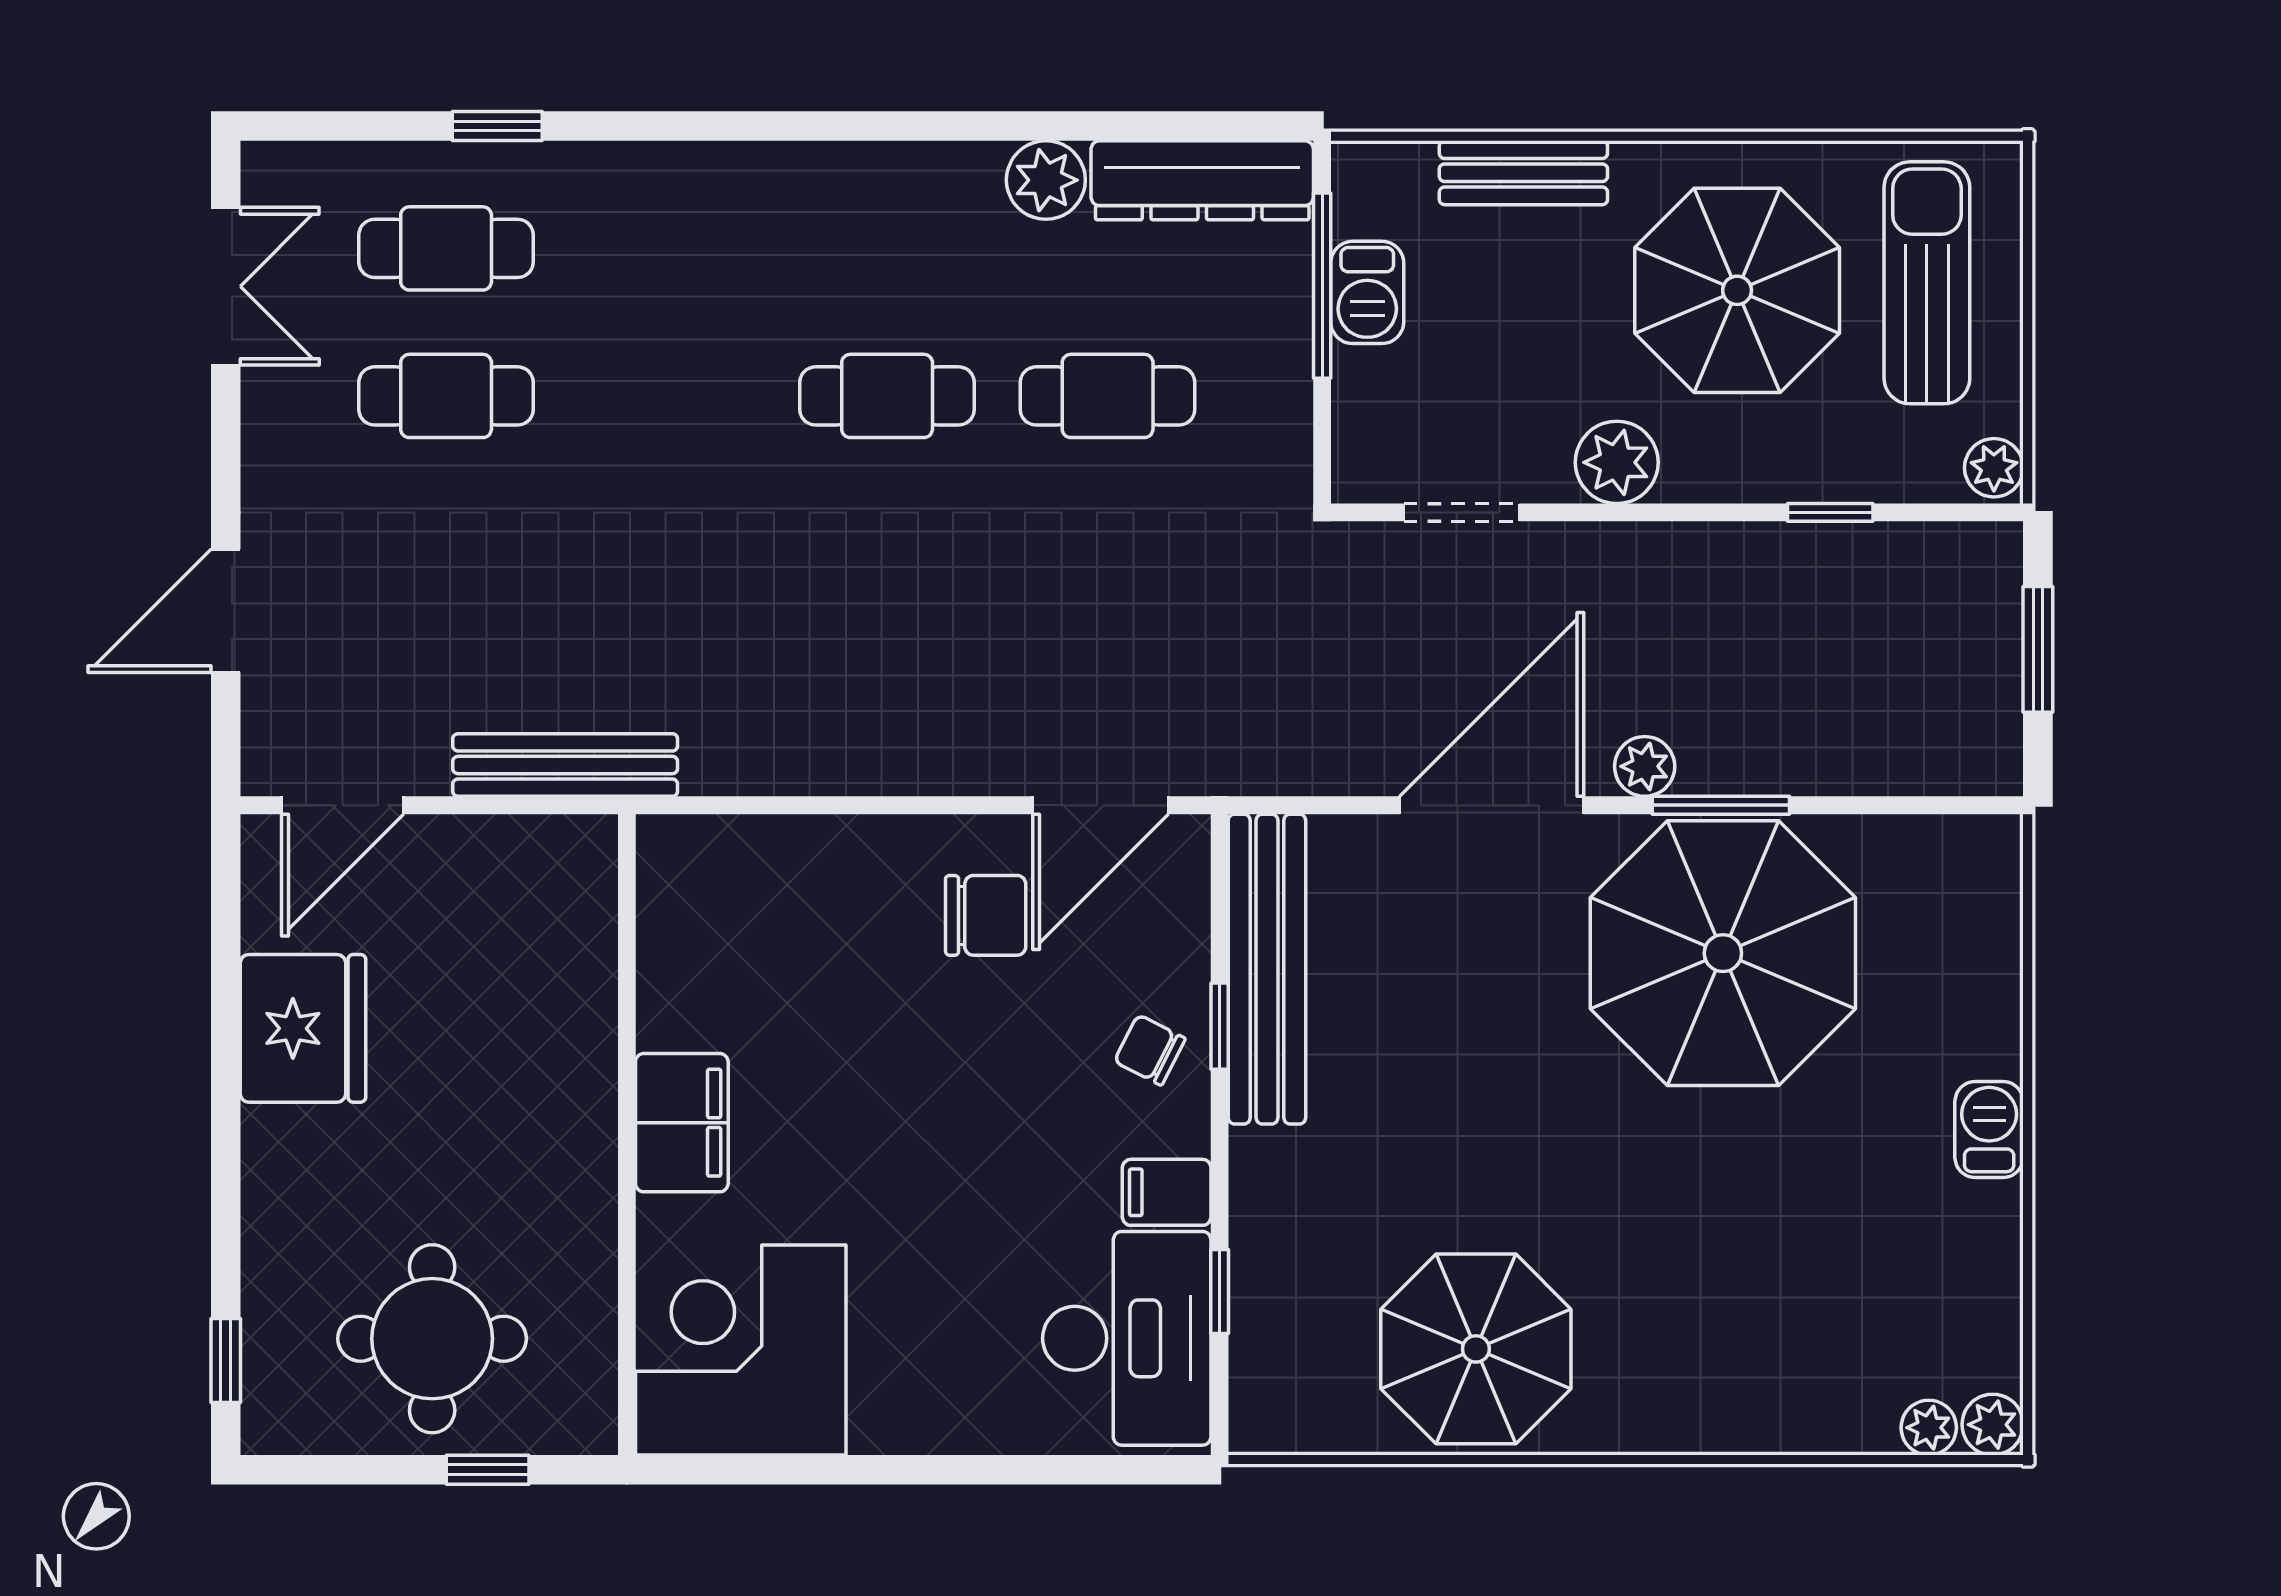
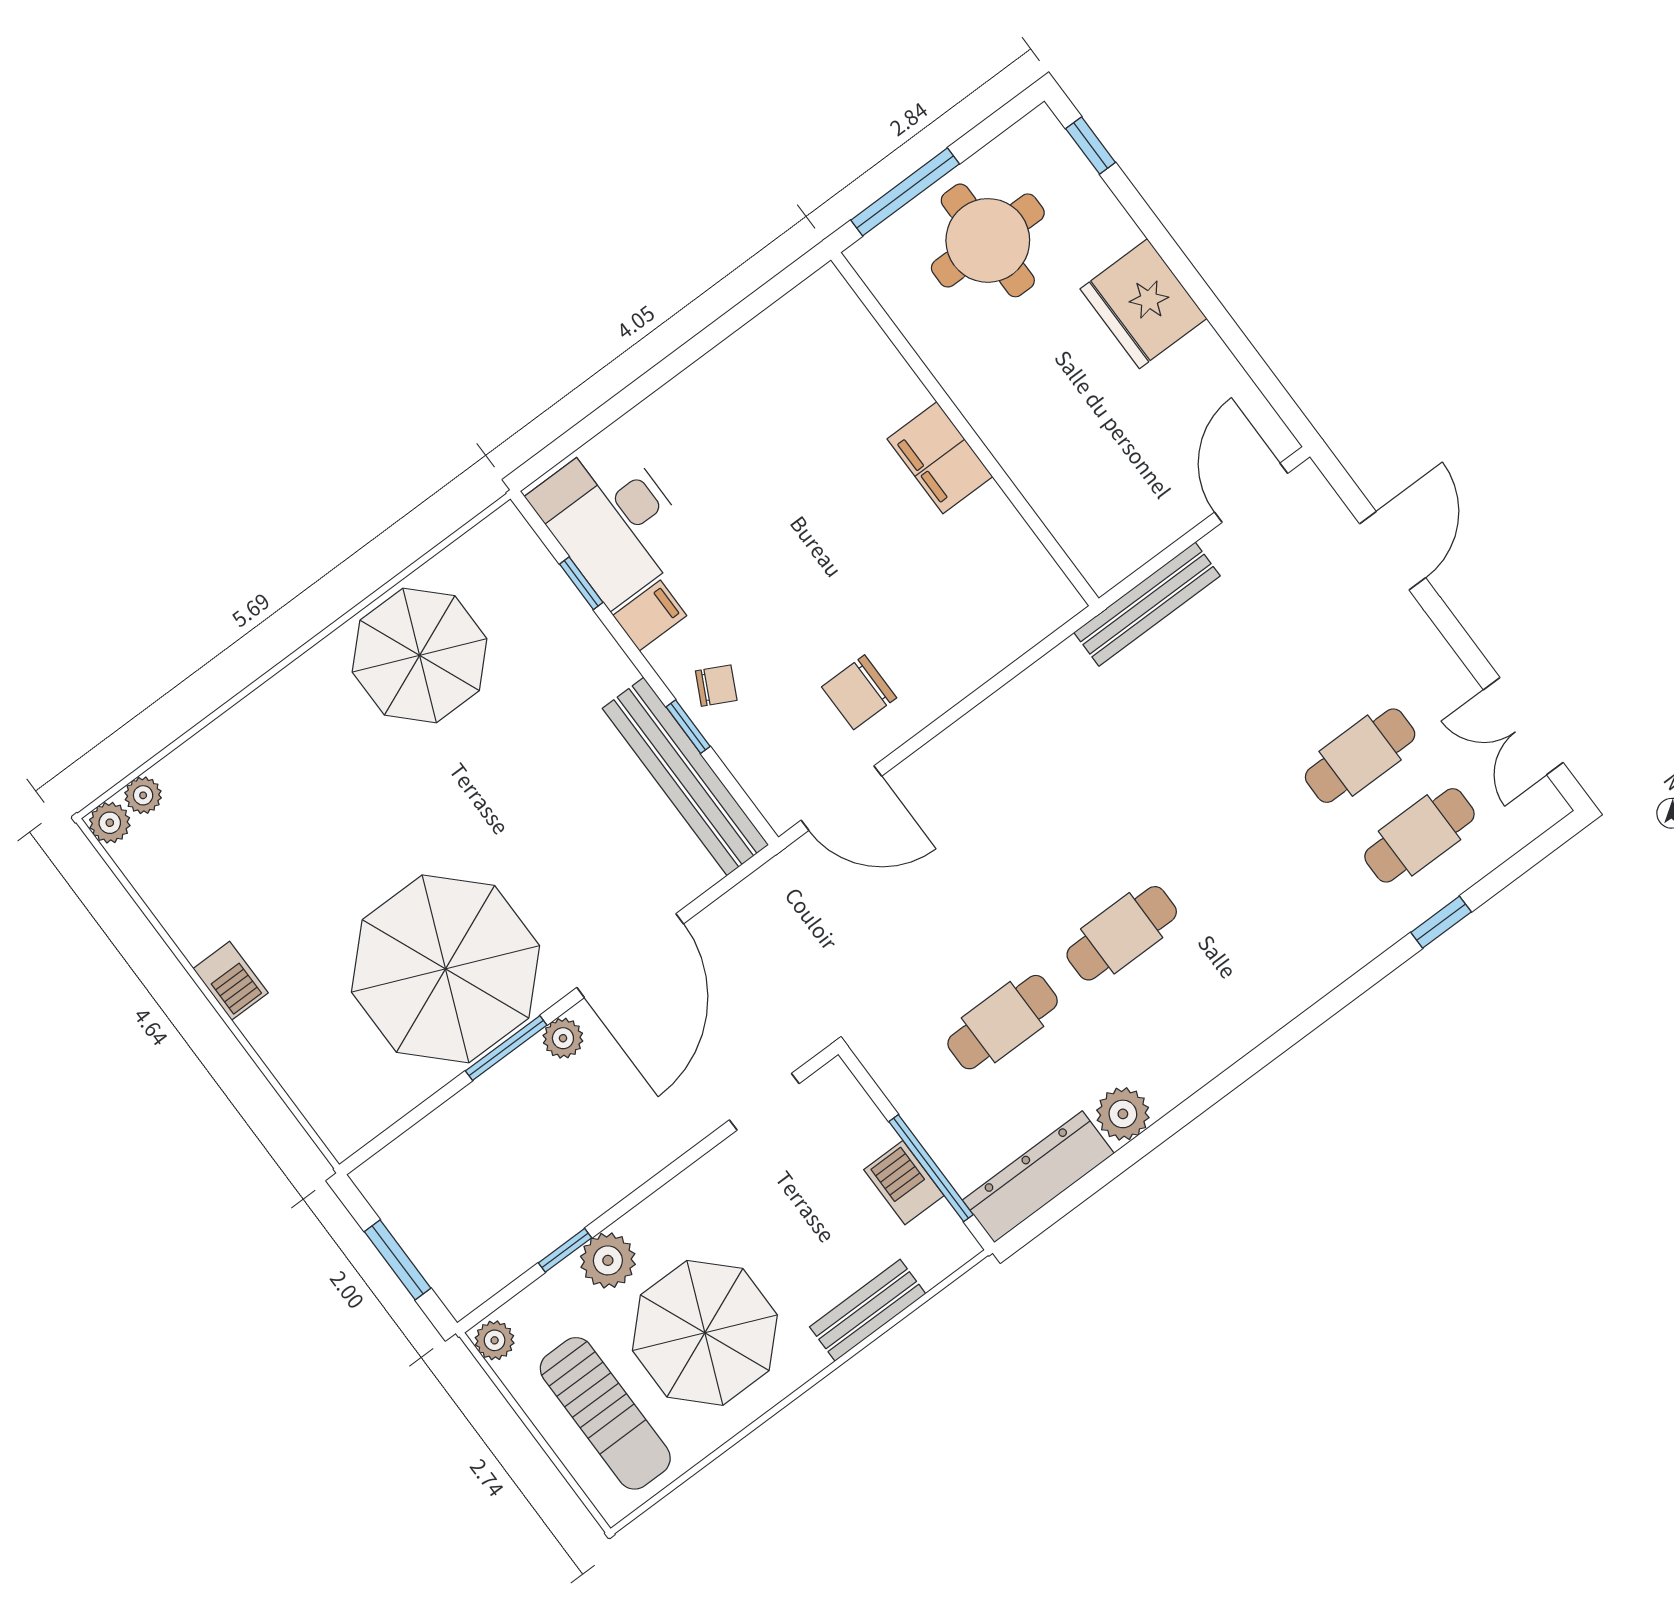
plant: (1617, 462) -> (608, 1260), moved
door: (1101, 805) -> (841, 798), swing flipped
fridge: (303, 1028) -> (1143, 304), moved
corner desk: (741, 1350) -> (816, 359), removed
window: (488, 1470) -> (905, 192), width x2.17

